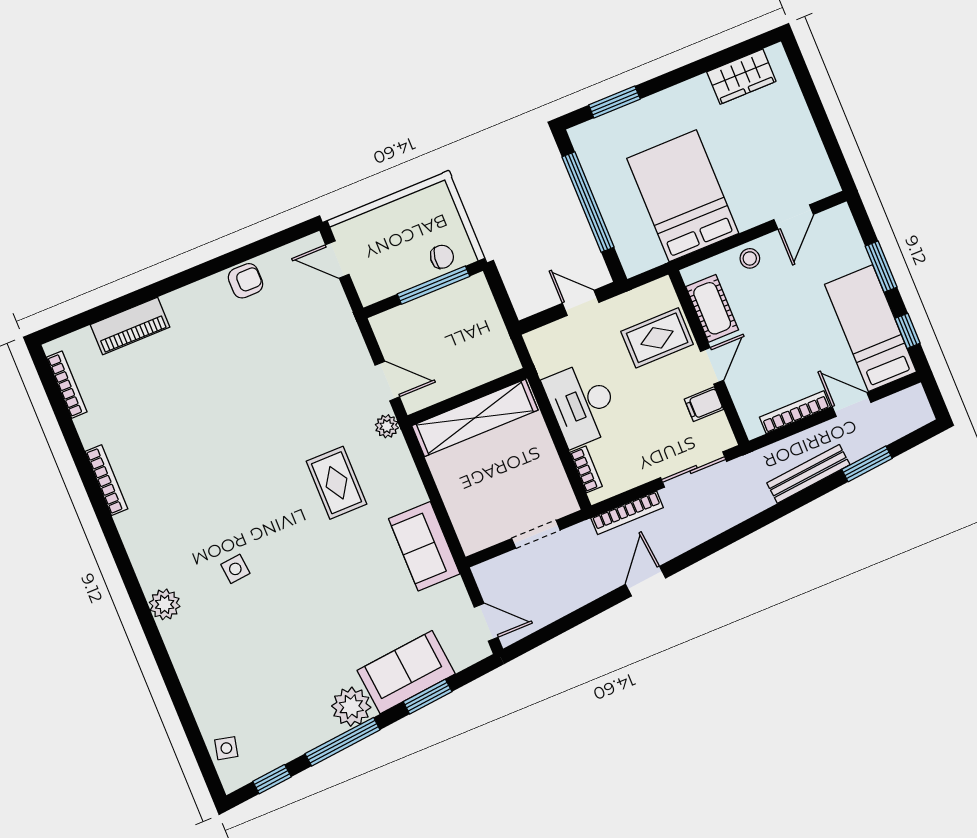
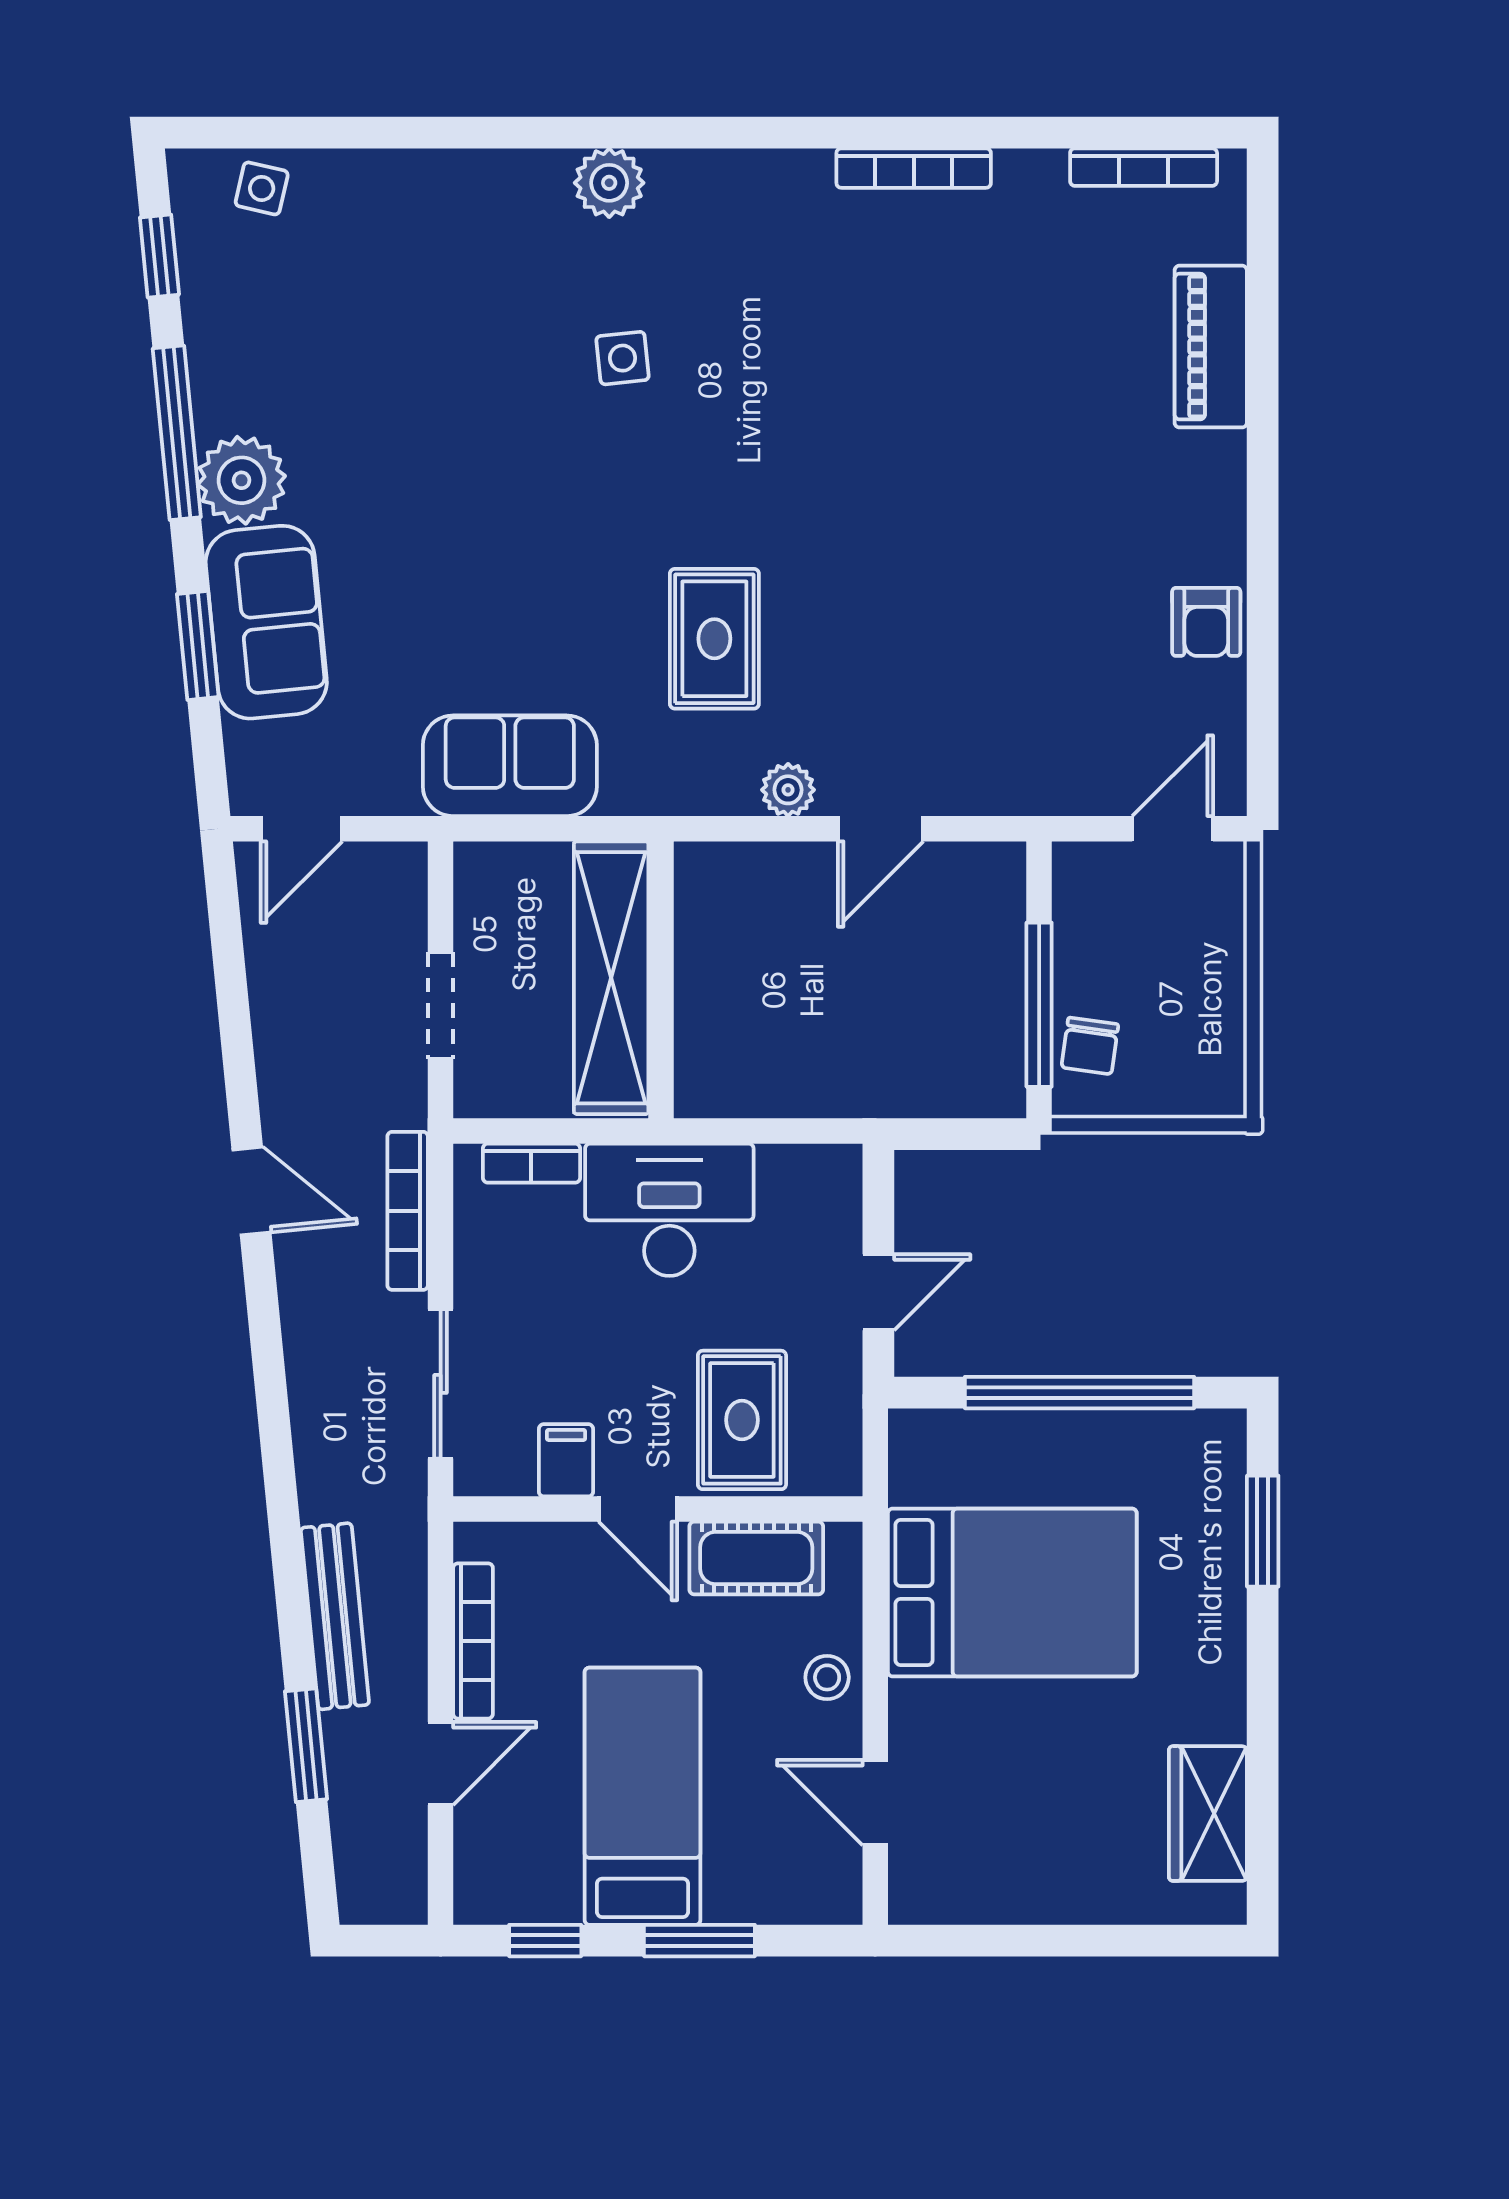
bed: (871, 328) -> (643, 1796), moved, turned -90
wall: (467, 397) -> (661, 980), moved
shelving: (475, 418) -> (611, 978), moved
rug: (337, 483) -> (714, 639), turned 90

